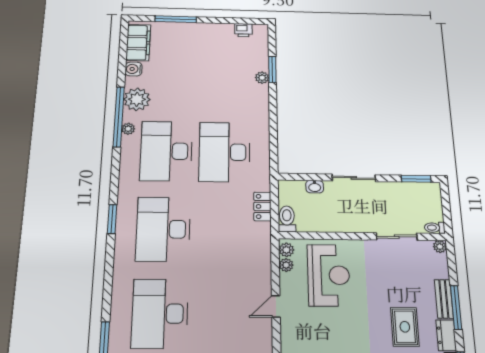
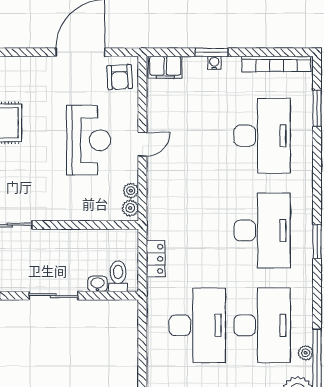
toilet: (287, 219) -> (118, 276), moved, turned 180
reception desk: (329, 275) -> (89, 140), moved, turned 180

